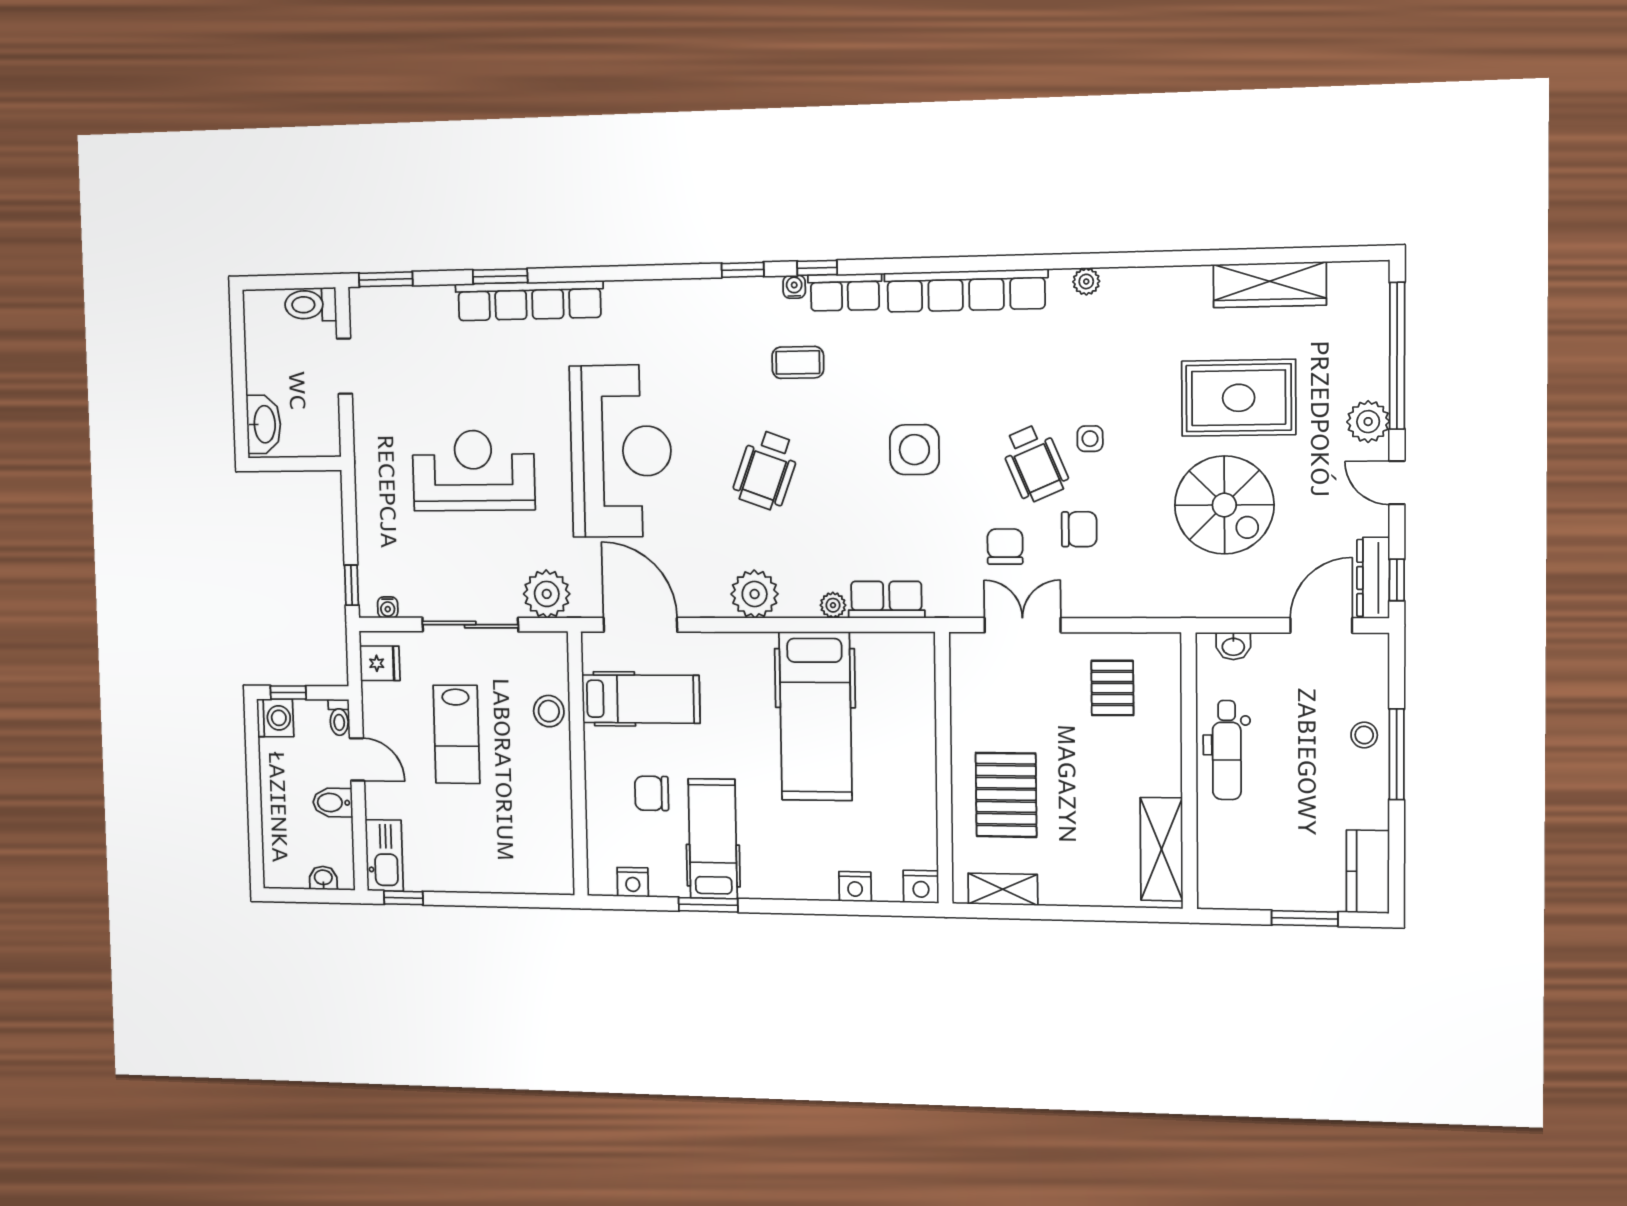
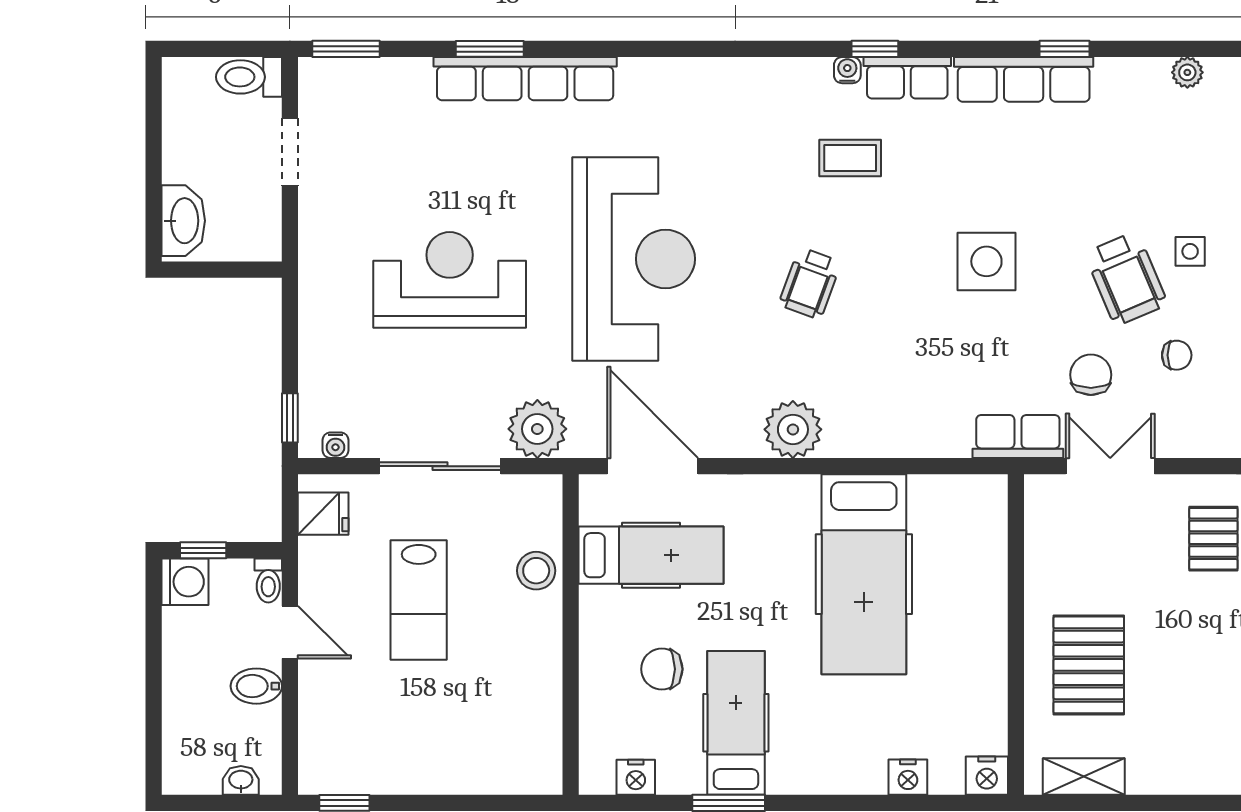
window: (743, 270) -> (1065, 49), moved
row of seats: (966, 291) -> (1024, 79), width x0.73
wheelchair: (766, 470) -> (810, 283), width x0.73, depth x0.73
chair: (1079, 529) -> (1177, 355), width x0.73, depth x0.73
row of seats: (886, 600) -> (1018, 436), moved
plant: (833, 605) -> (887, 443), removed
kitchen sink: (384, 855) -> (321, 751), removed

